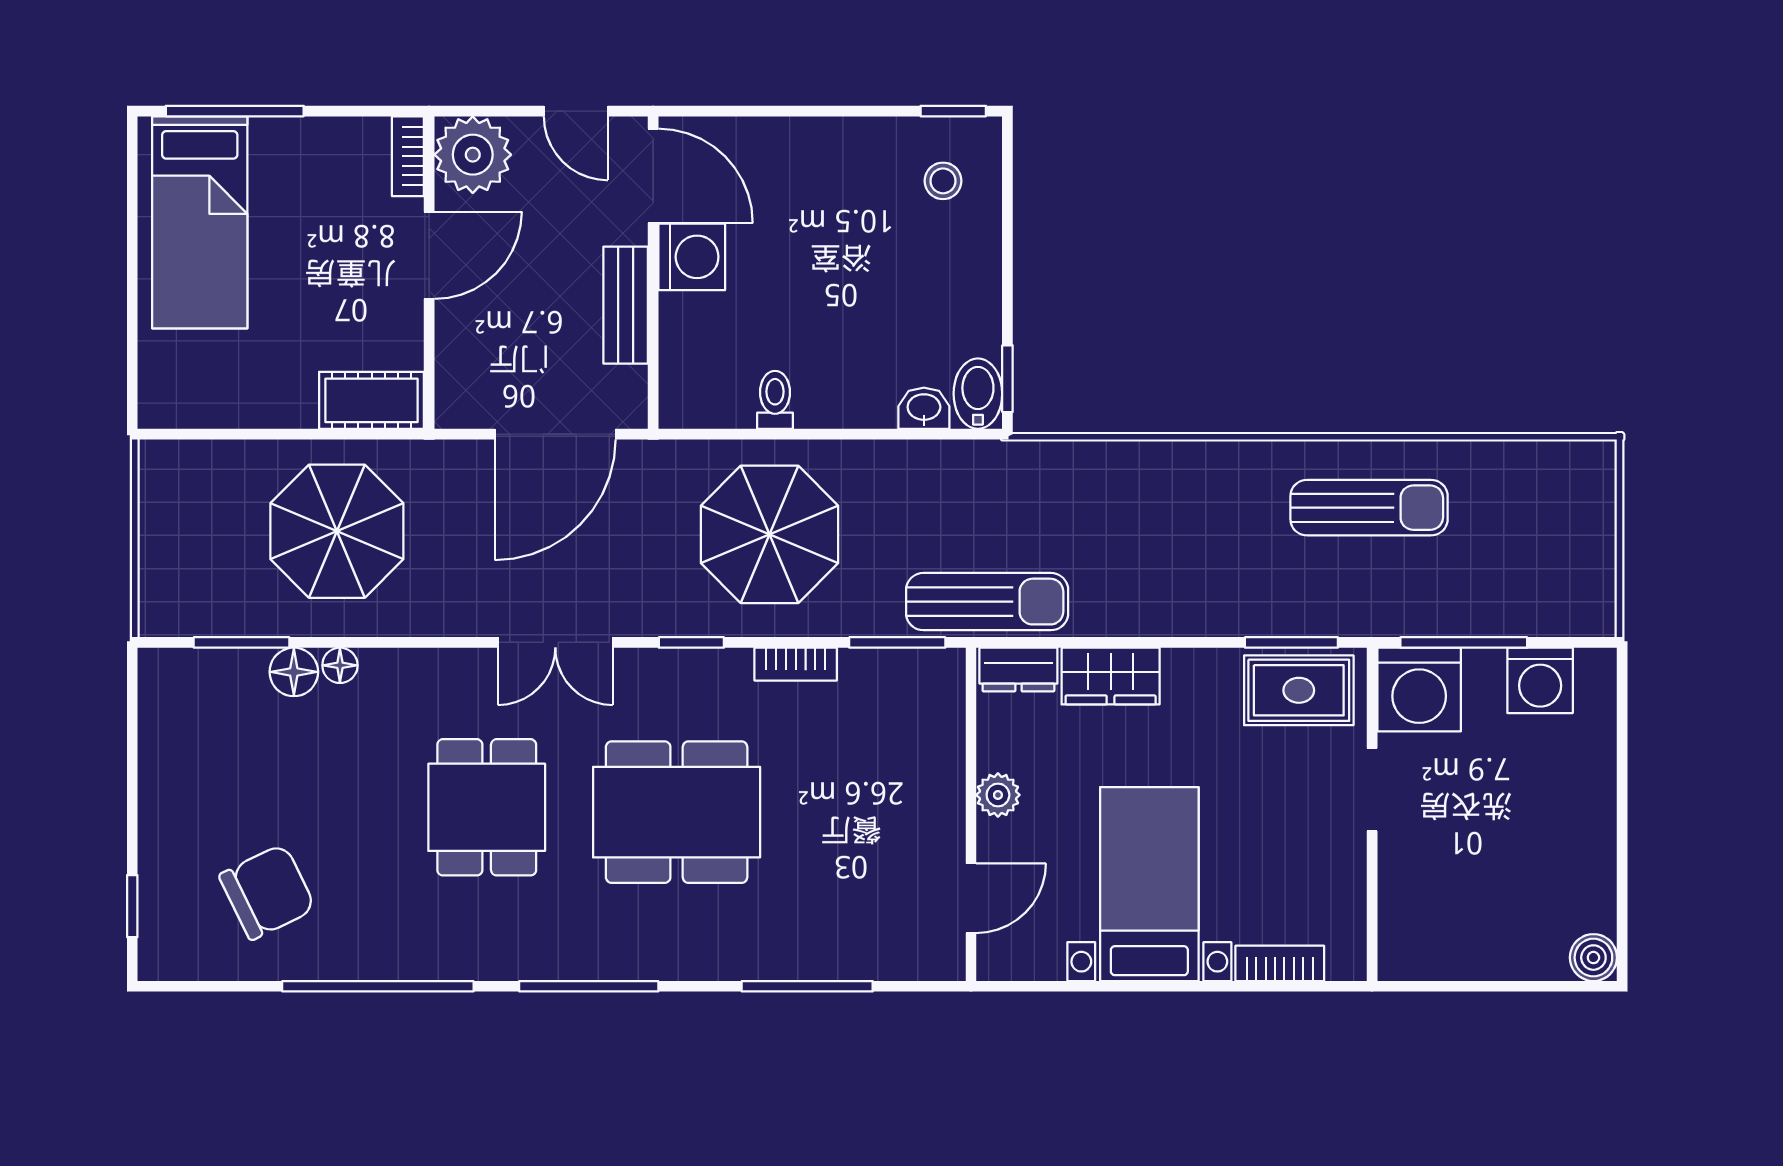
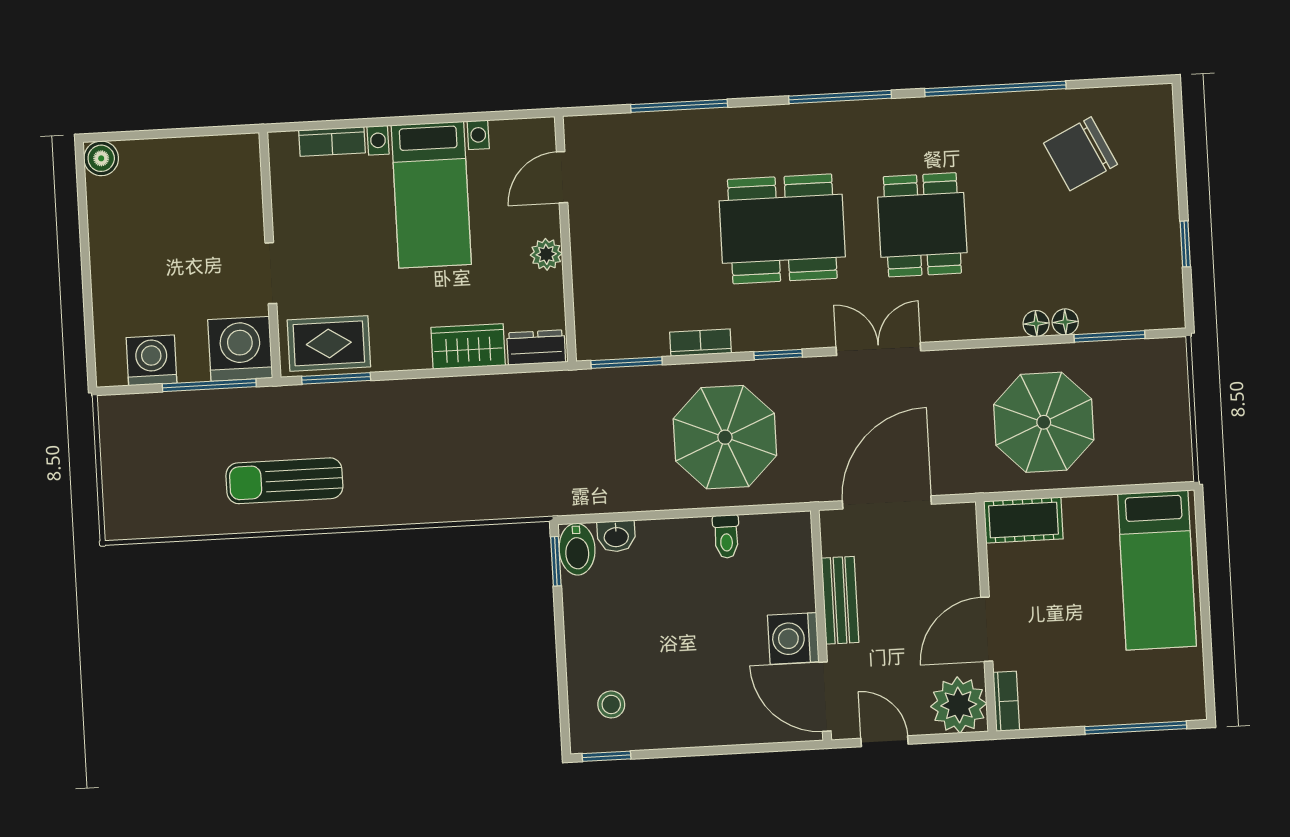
bed: (200, 222) -> (1157, 570), moved, turned 180
sun lounger: (987, 602) -> (562, 396), removed
floor lamp: (294, 672) -> (1065, 322), width x0.73, depth x0.73
window: (132, 906) -> (1185, 244), moved

